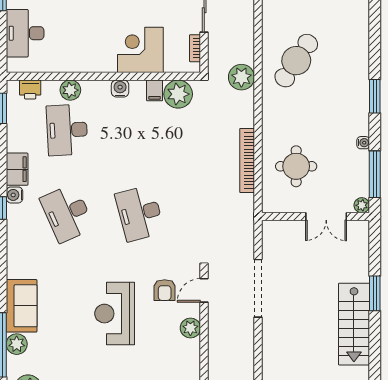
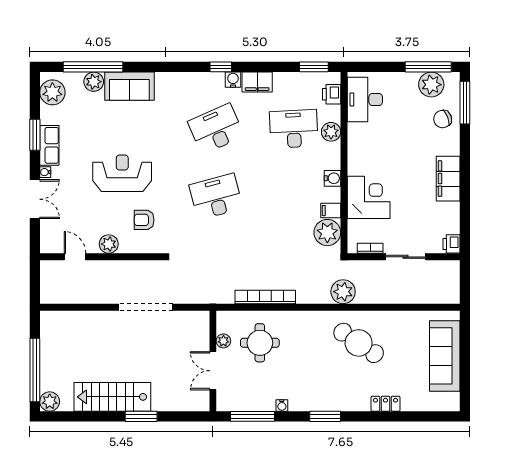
locker: (361, 32) -> (385, 404), added
desk: (25, 33) -> (365, 99), moved, turned -90
plant: (362, 205) -> (223, 341), moved
door: (204, 290) -> (75, 257), moved

